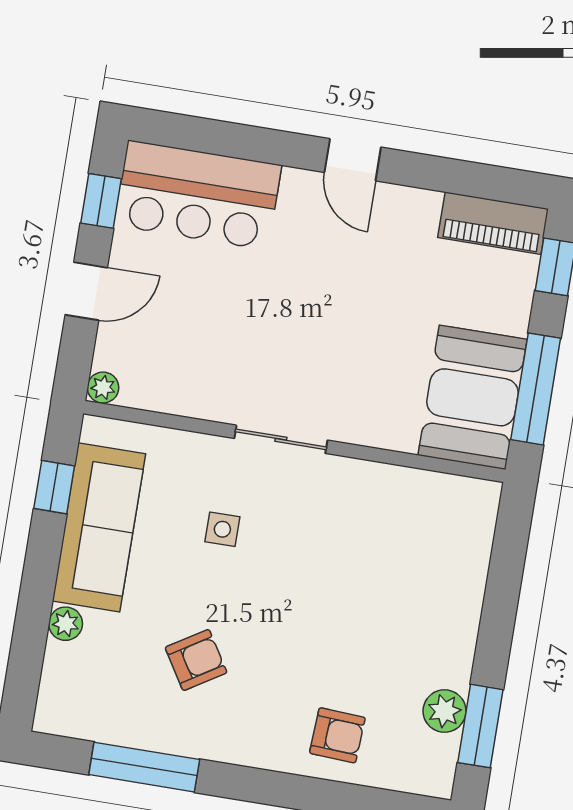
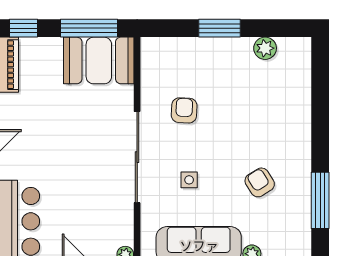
sliding door: (281, 439) -> (137, 157), width x1.86
window: (480, 726) -> (220, 28), moved
armchair: (337, 735) -> (184, 110), moved

